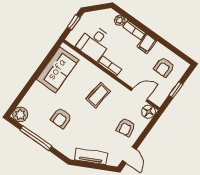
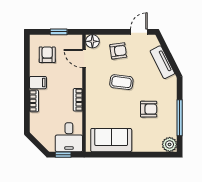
plant: (120, 20) -> (35, 118), removed
desk: (94, 43) -> (69, 137), moved, turned 90
armchair: (164, 67) -> (47, 55), turned -90
coffee table: (98, 95) -> (121, 82), moved

